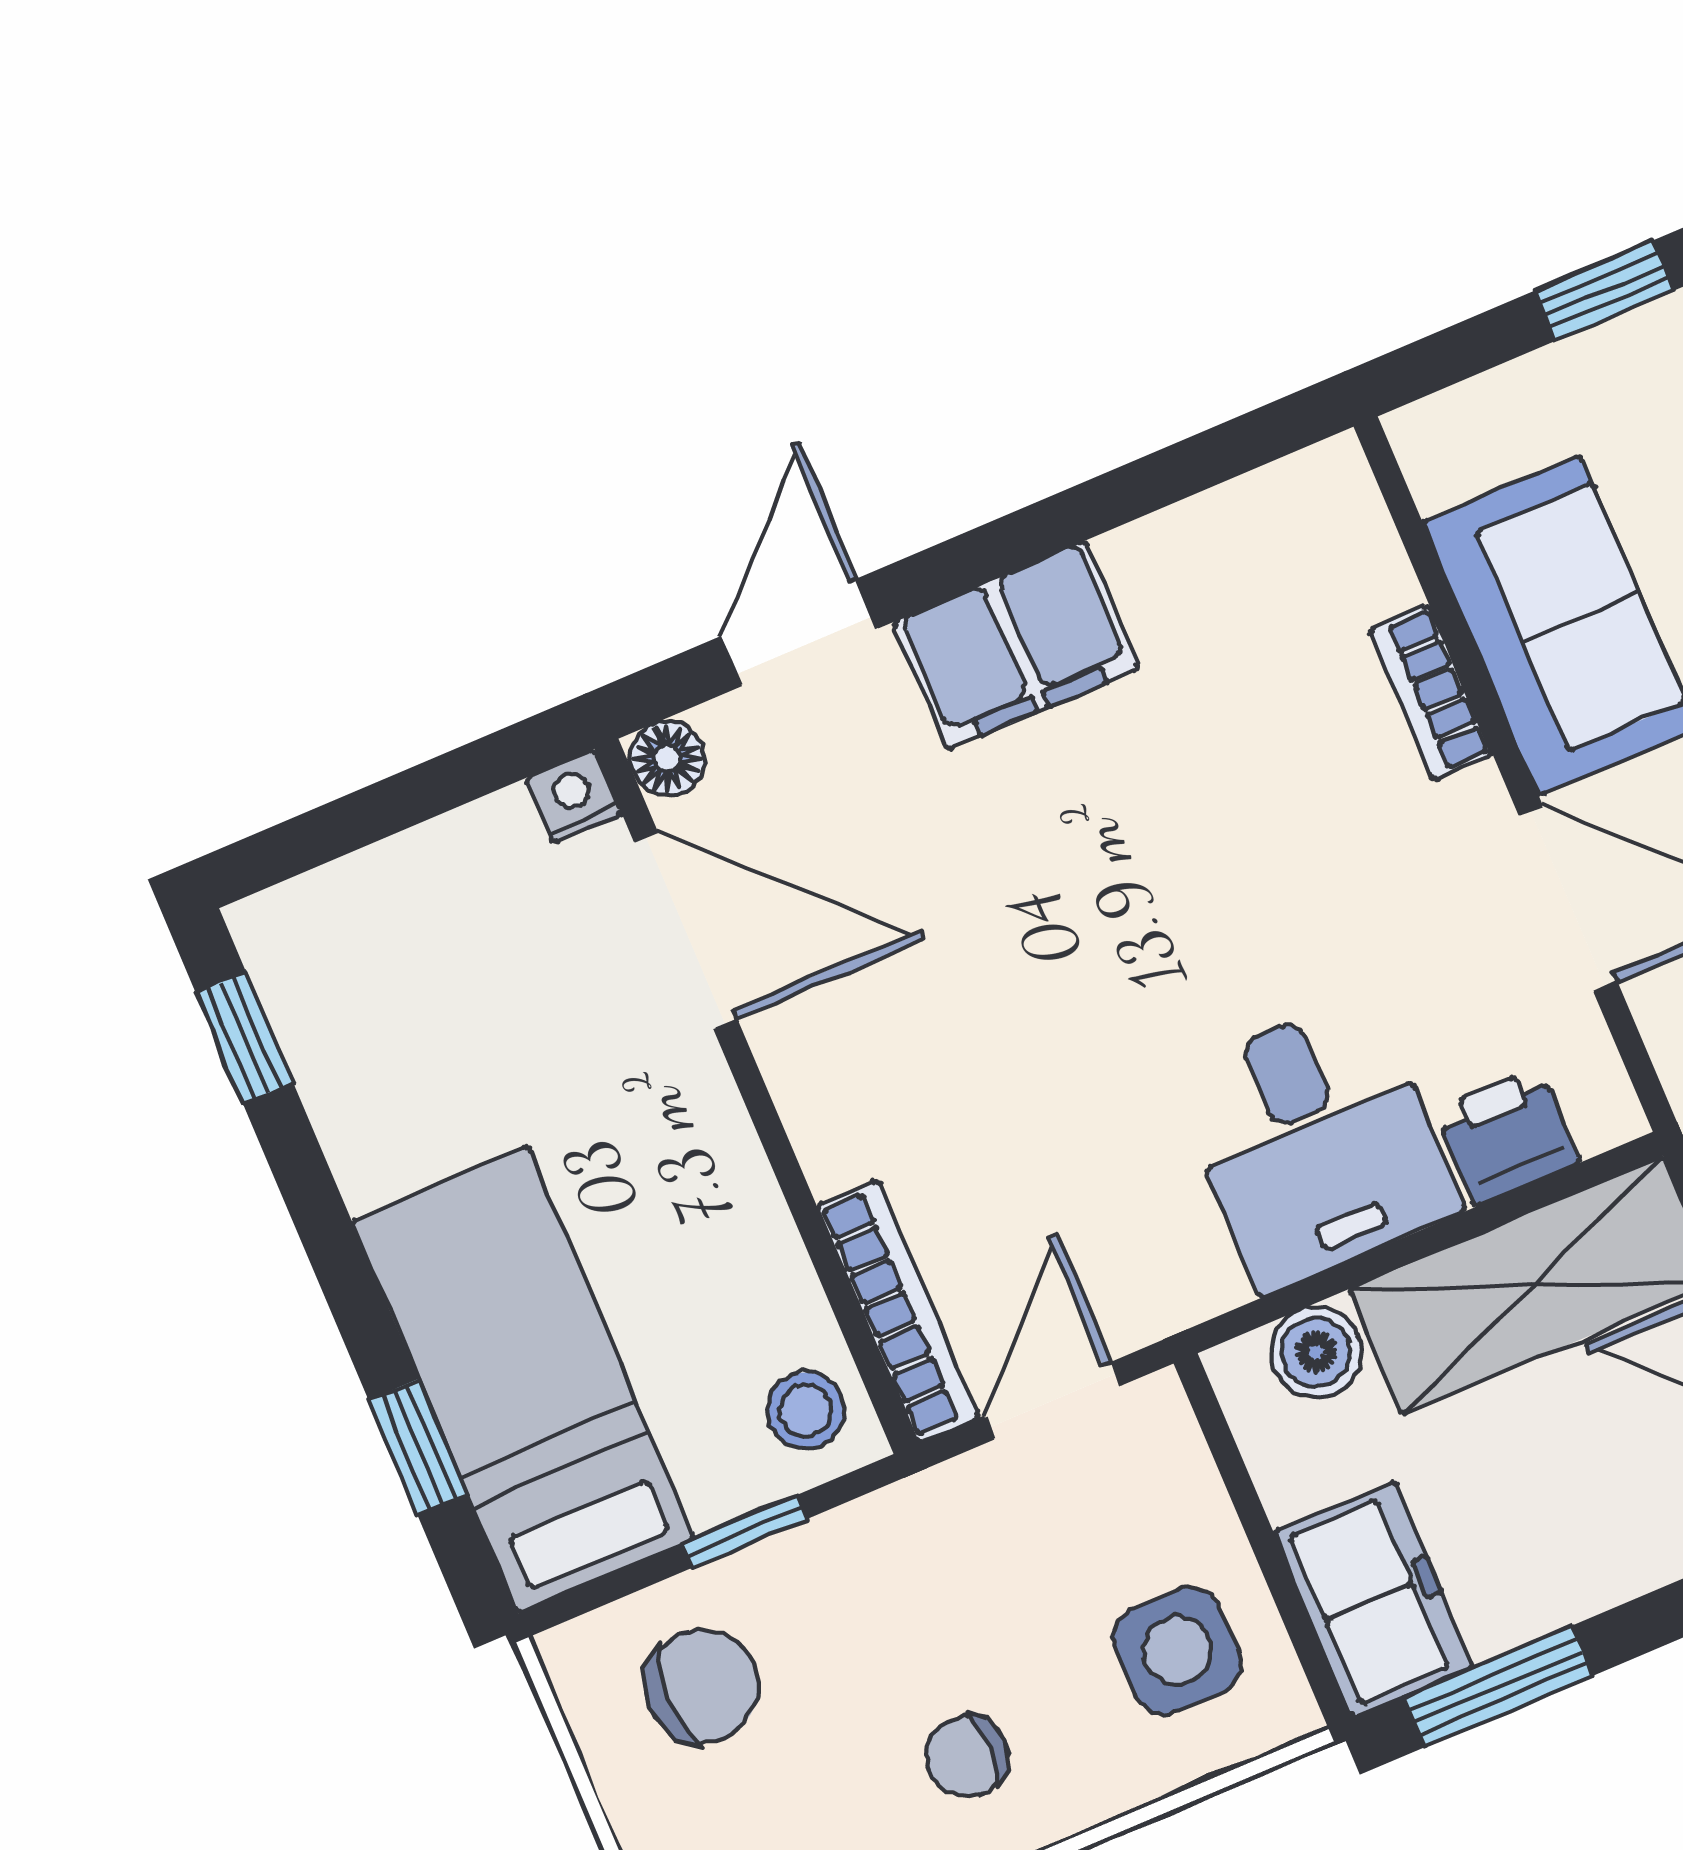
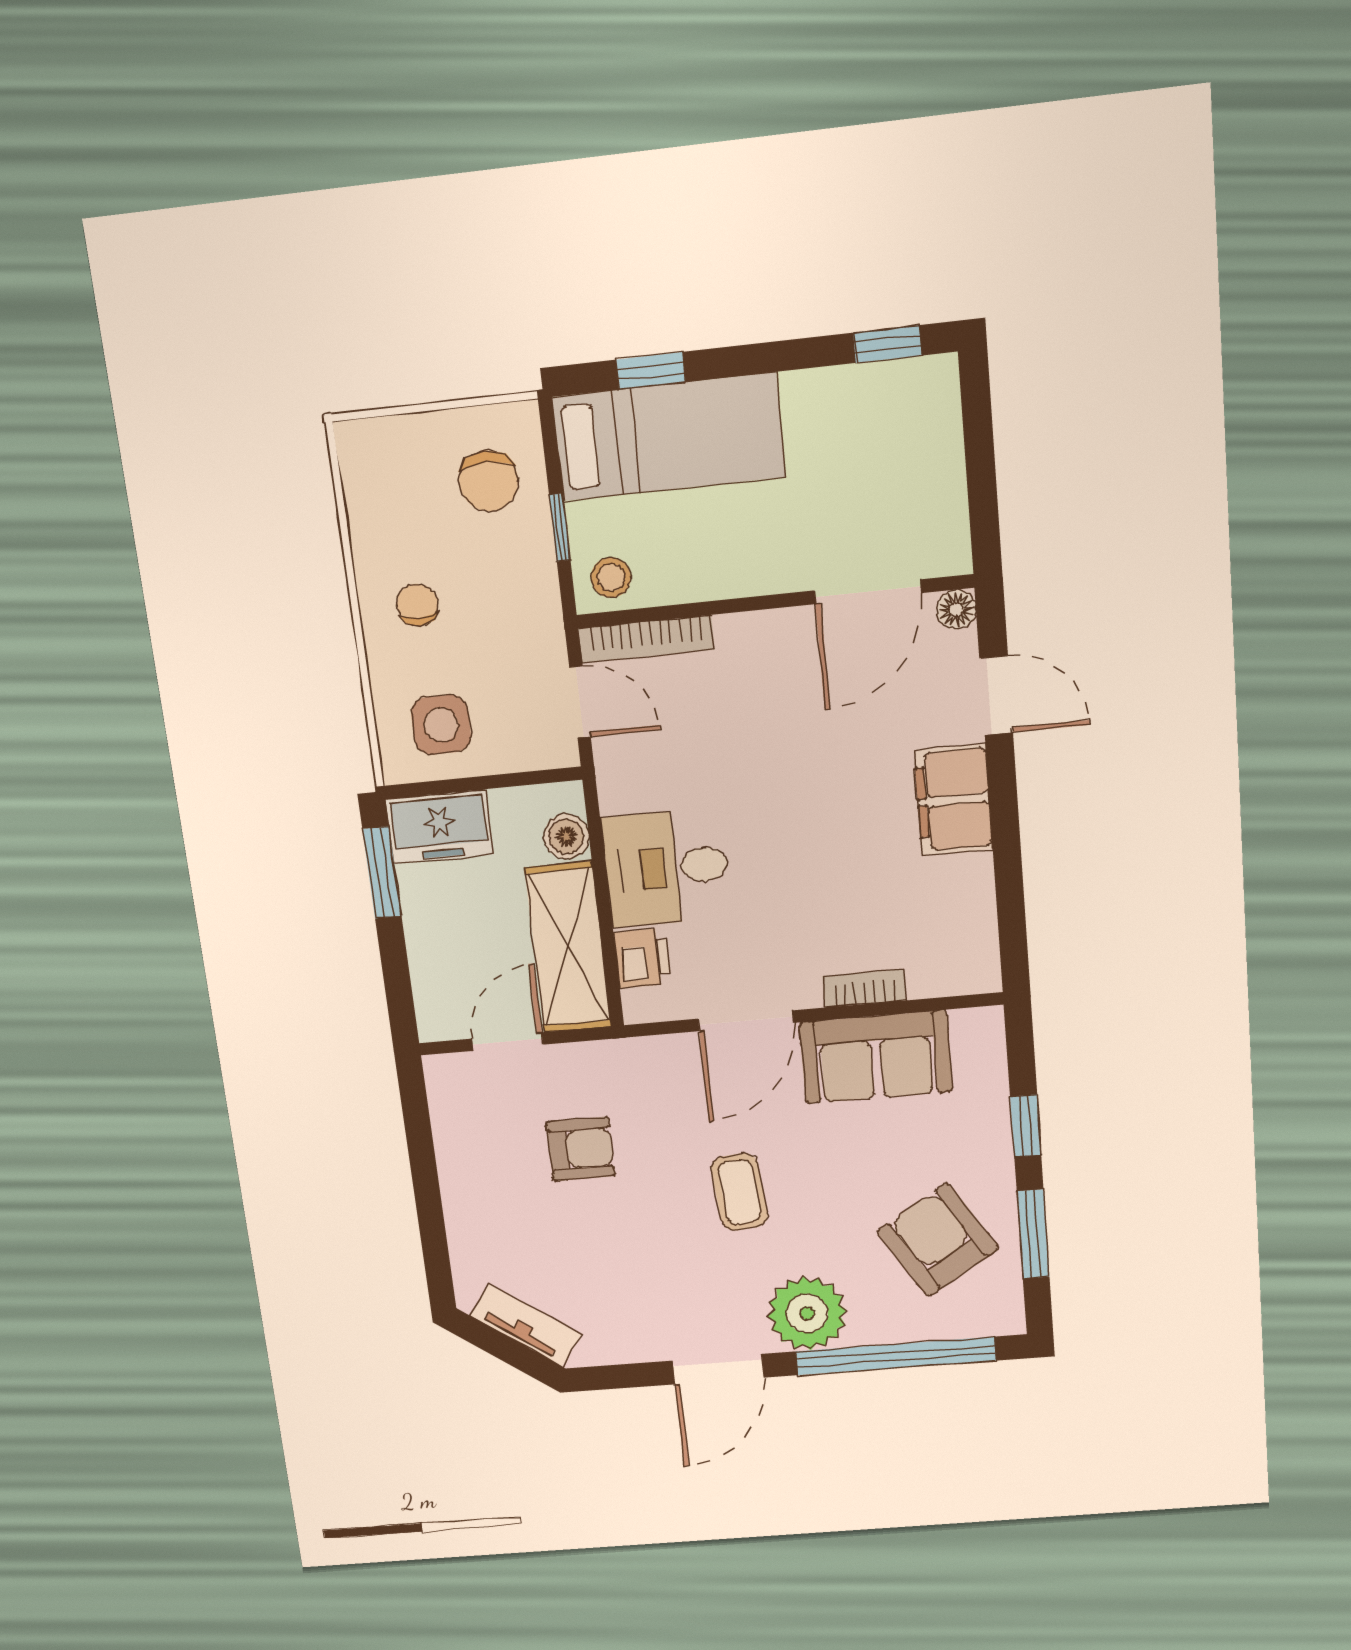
nightstand: (574, 796) -> (953, 556), removed

